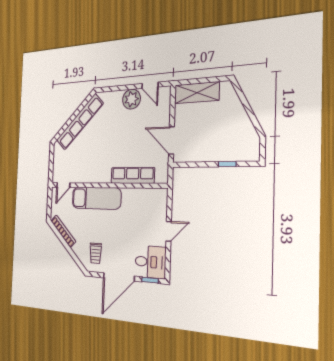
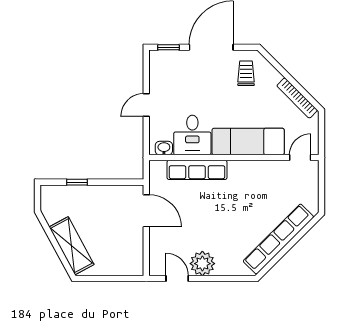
shelving: (197, 93) -> (72, 246), moved, turned 62
washbasin: (156, 194) -> (164, 148), added
desk: (150, 262) -> (192, 135), moved, turned -90

